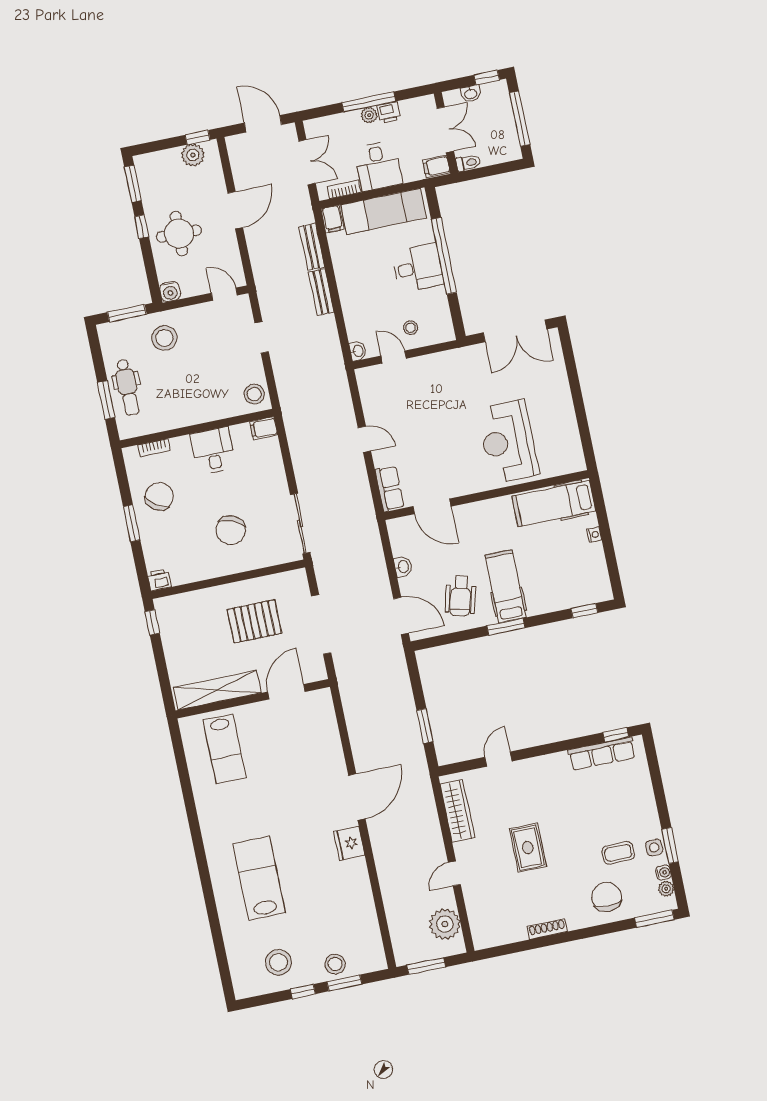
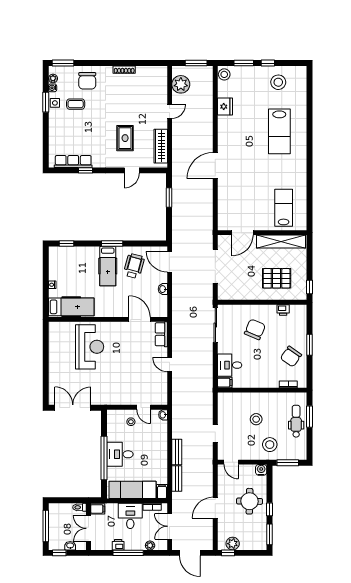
plant: (369, 115) -> (150, 545), moved
stool: (254, 394) -> (256, 419), moved
desk: (213, 451) -> (230, 365), moved, turned 90
printer: (159, 580) -> (283, 310), moved
pallet: (254, 621) -> (277, 278), moved
window: (616, 735) -> (86, 170), moved
fridge: (349, 843) -> (225, 107), moved
rug: (528, 848) -> (125, 138), moved
stool: (335, 964) -> (224, 74), moved

